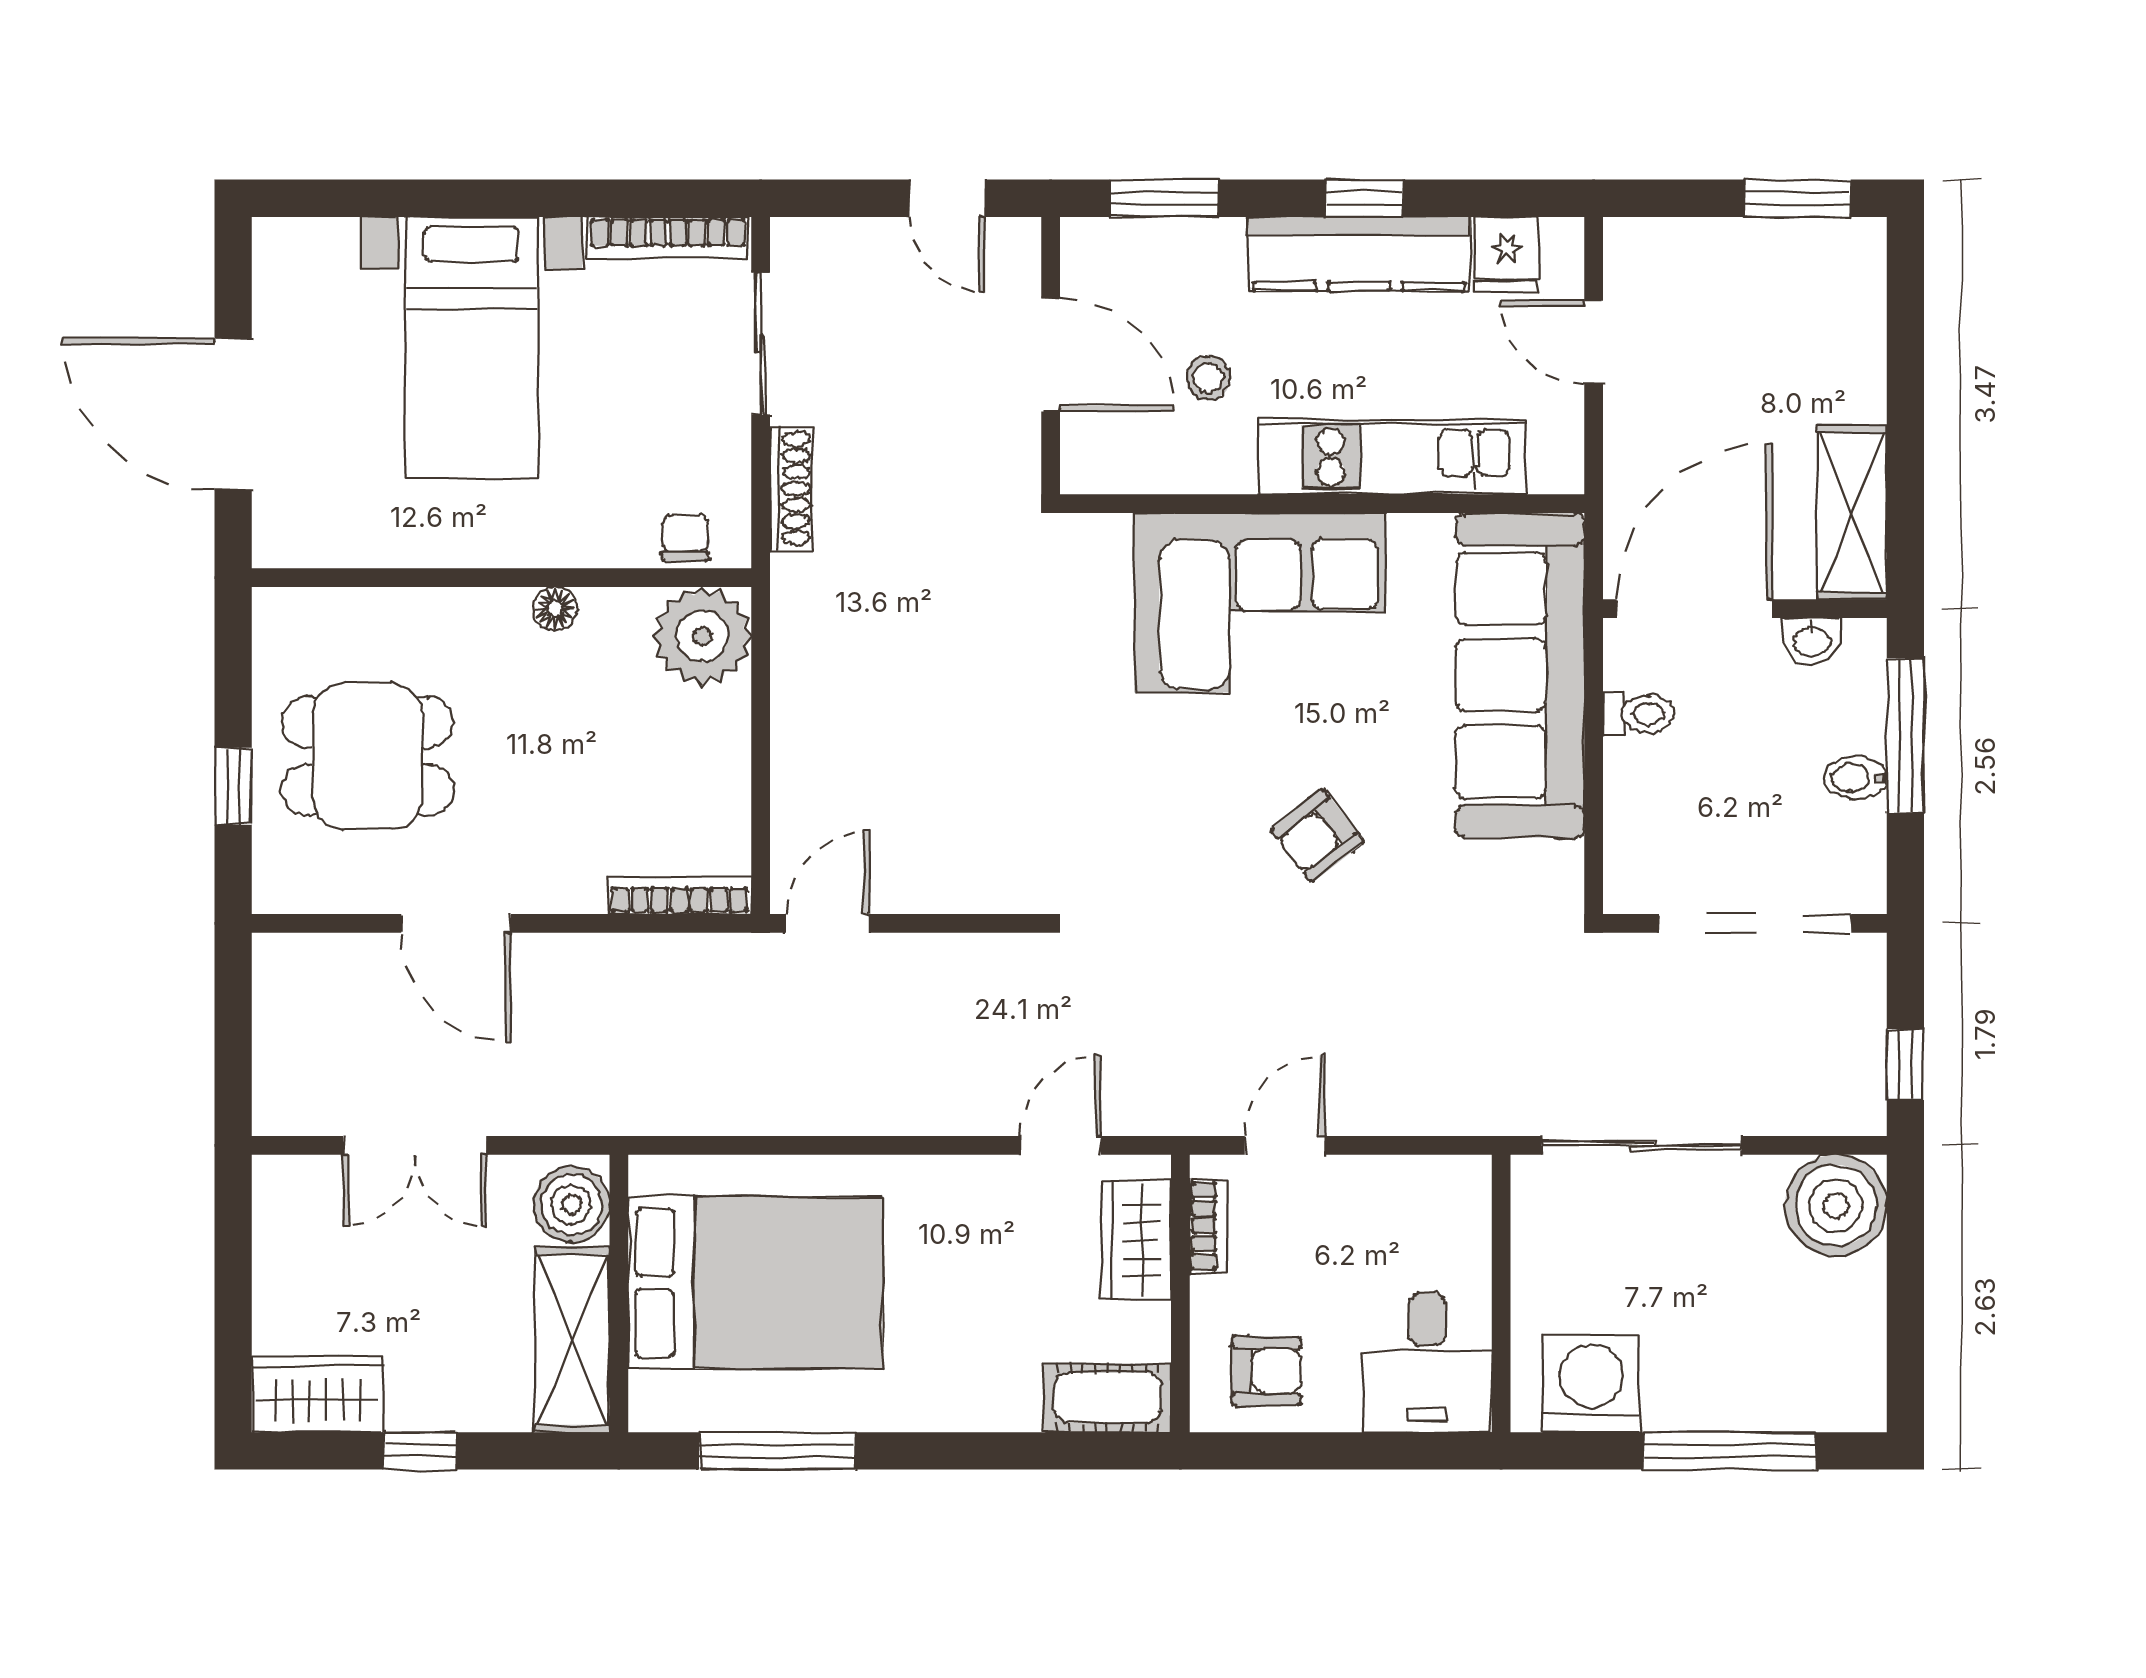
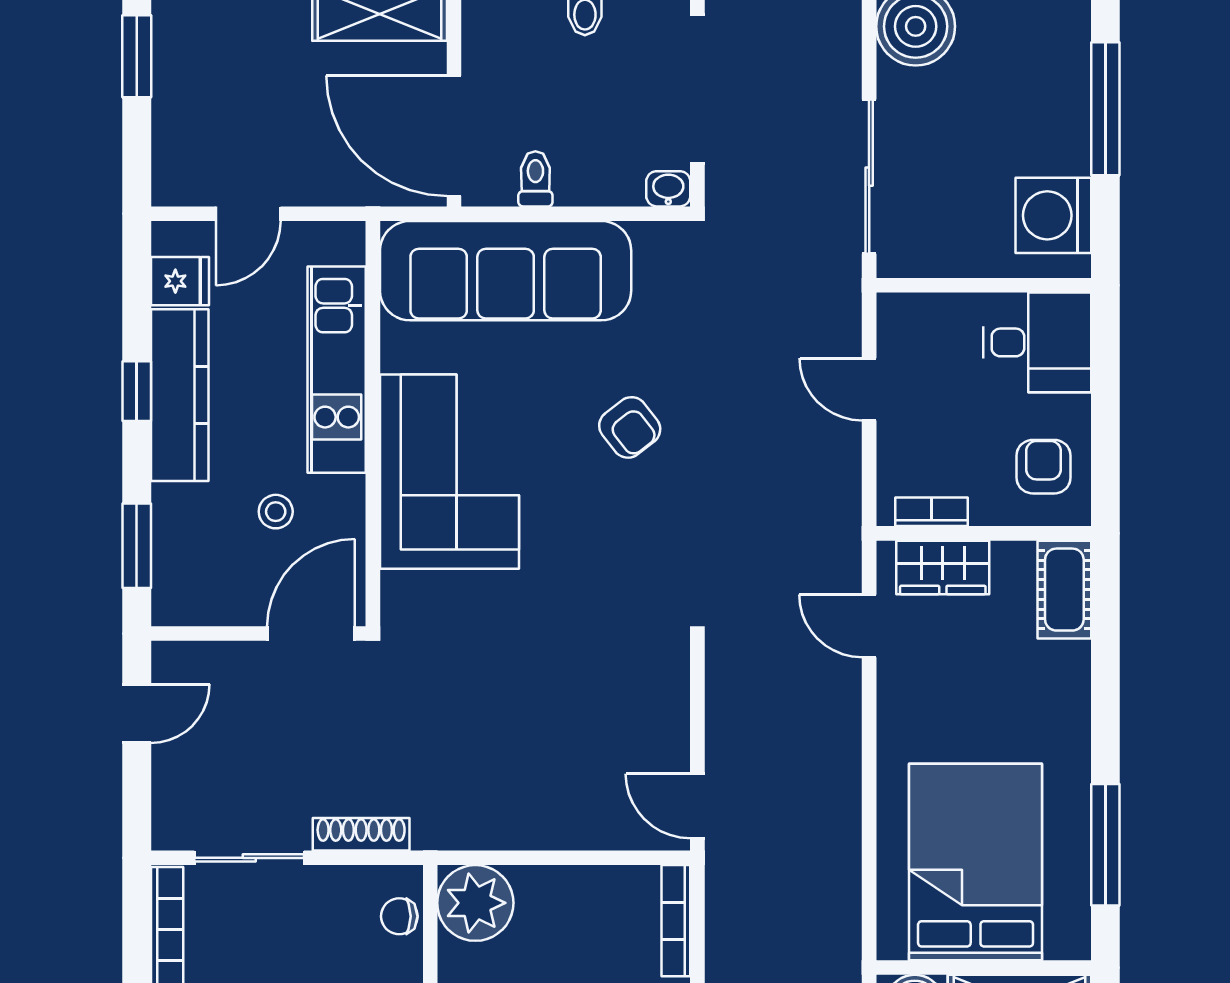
door: (1051, 355) -> (311, 634), moved
washbasin: (1812, 641) -> (668, 189), moved, turned -90
door: (1285, 1145) -> (869, 389), moved

